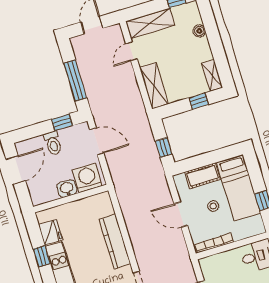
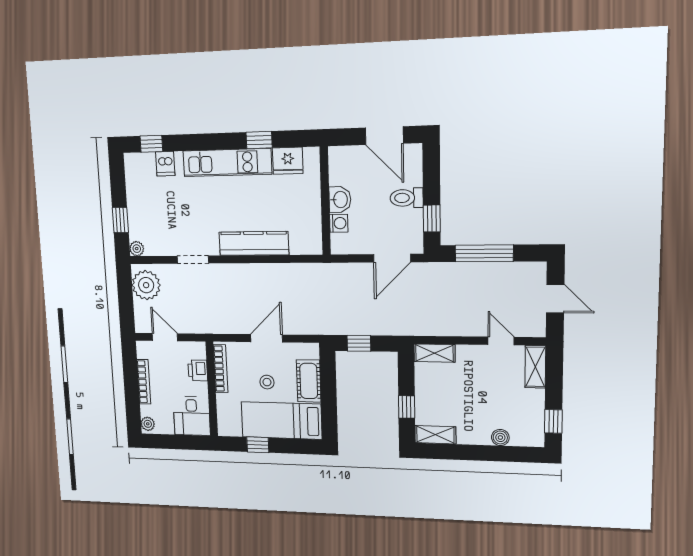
shelving: (150, 23) -> (535, 367), width x0.67, depth x0.75
shelving: (154, 86) -> (434, 353), width x0.67, depth x0.75
washing machine: (87, 178) -> (339, 223), width x0.53, depth x0.53
printer: (221, 260) -> (198, 370), added

